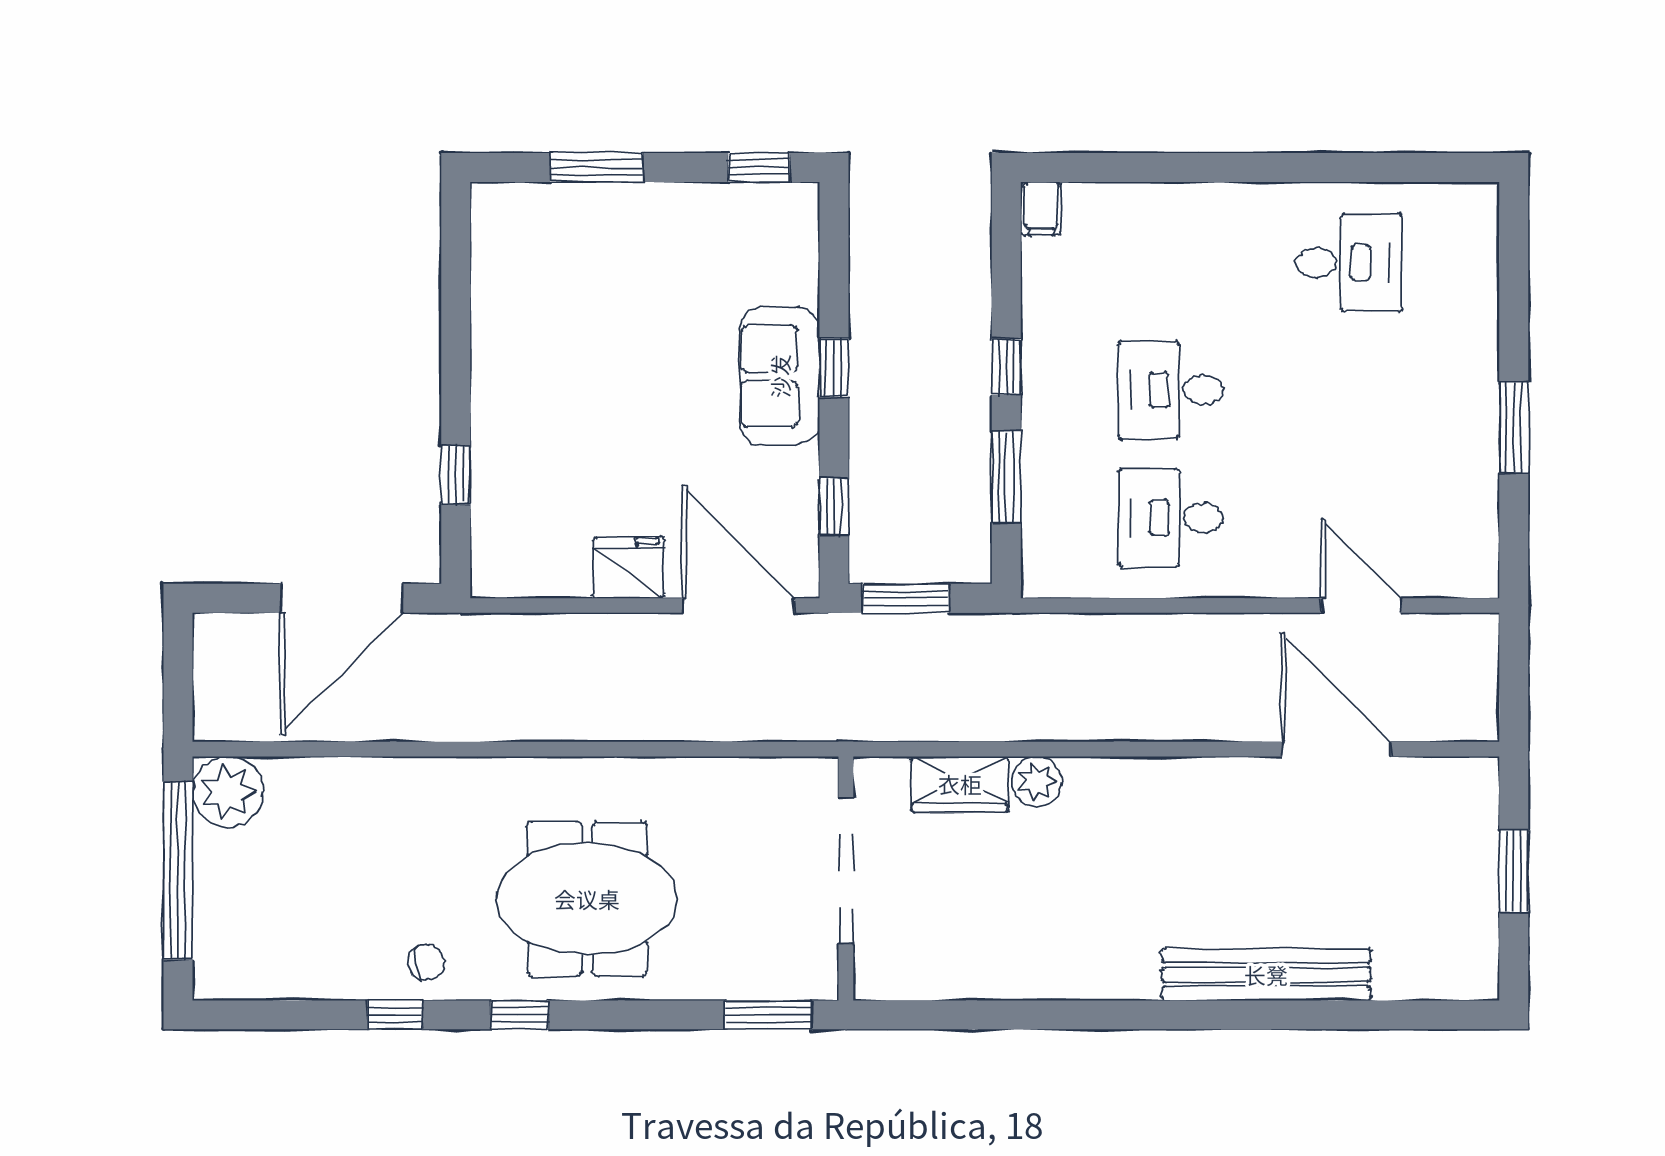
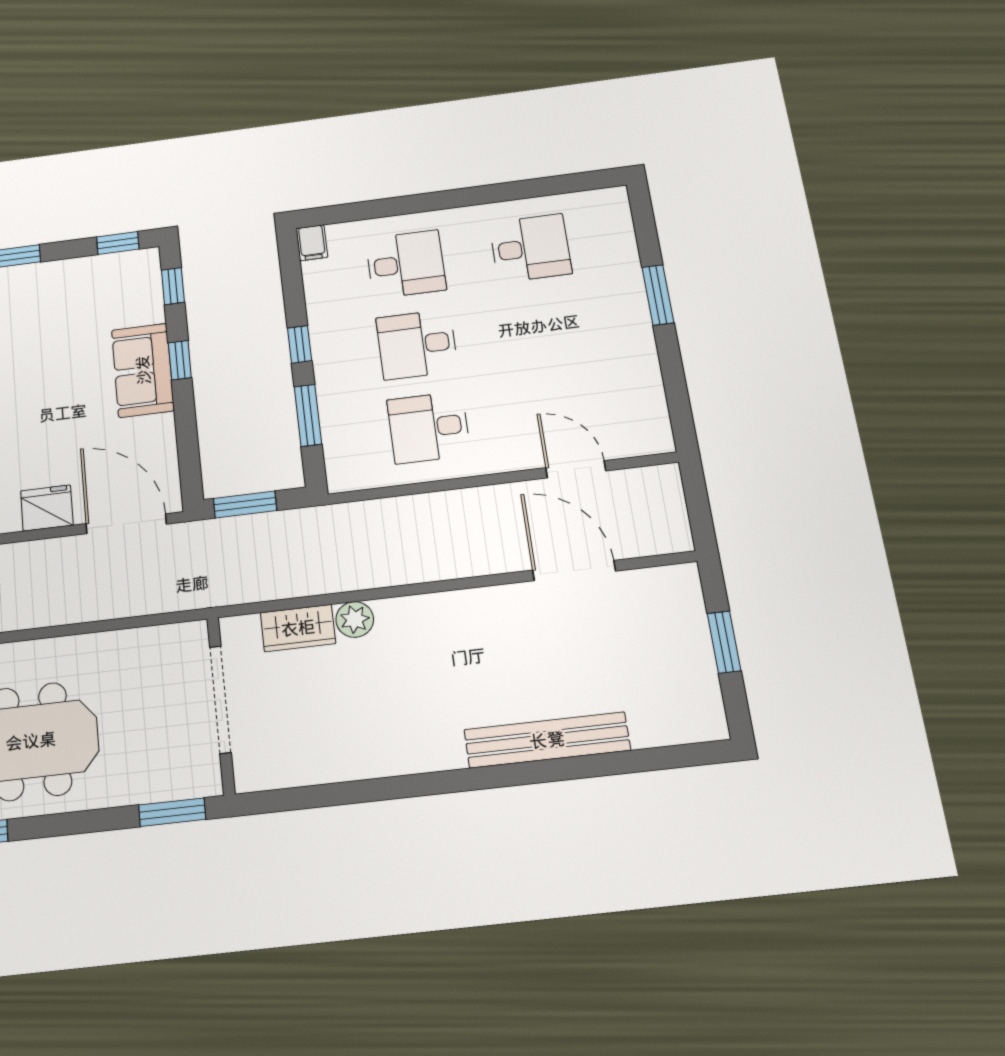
desk: (1171, 262) -> (406, 264), added
window: (1514, 427) -> (658, 295), moved
window: (834, 506) -> (173, 286), moved

